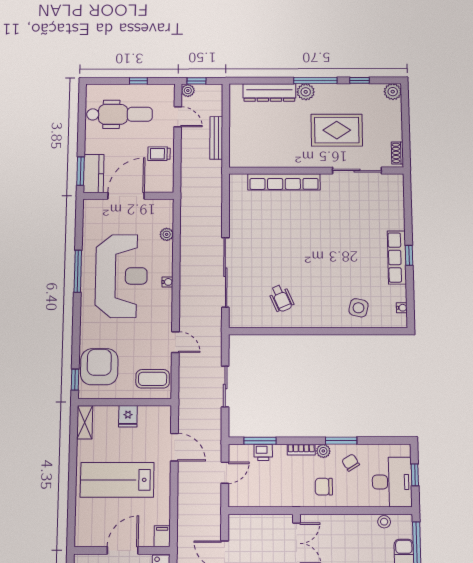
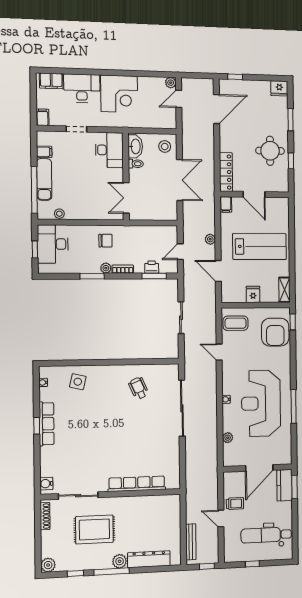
plant: (188, 91) -> (210, 239), moved
door: (178, 117) -> (221, 519), moved
bench: (216, 138) -> (191, 542), moved
shoe rack: (397, 153) -> (45, 516), width x1.43
water cooler: (396, 186) -> (46, 484), added
chair: (351, 463) -> (85, 259), removed
door: (123, 550) -> (254, 194), hinge flipped

